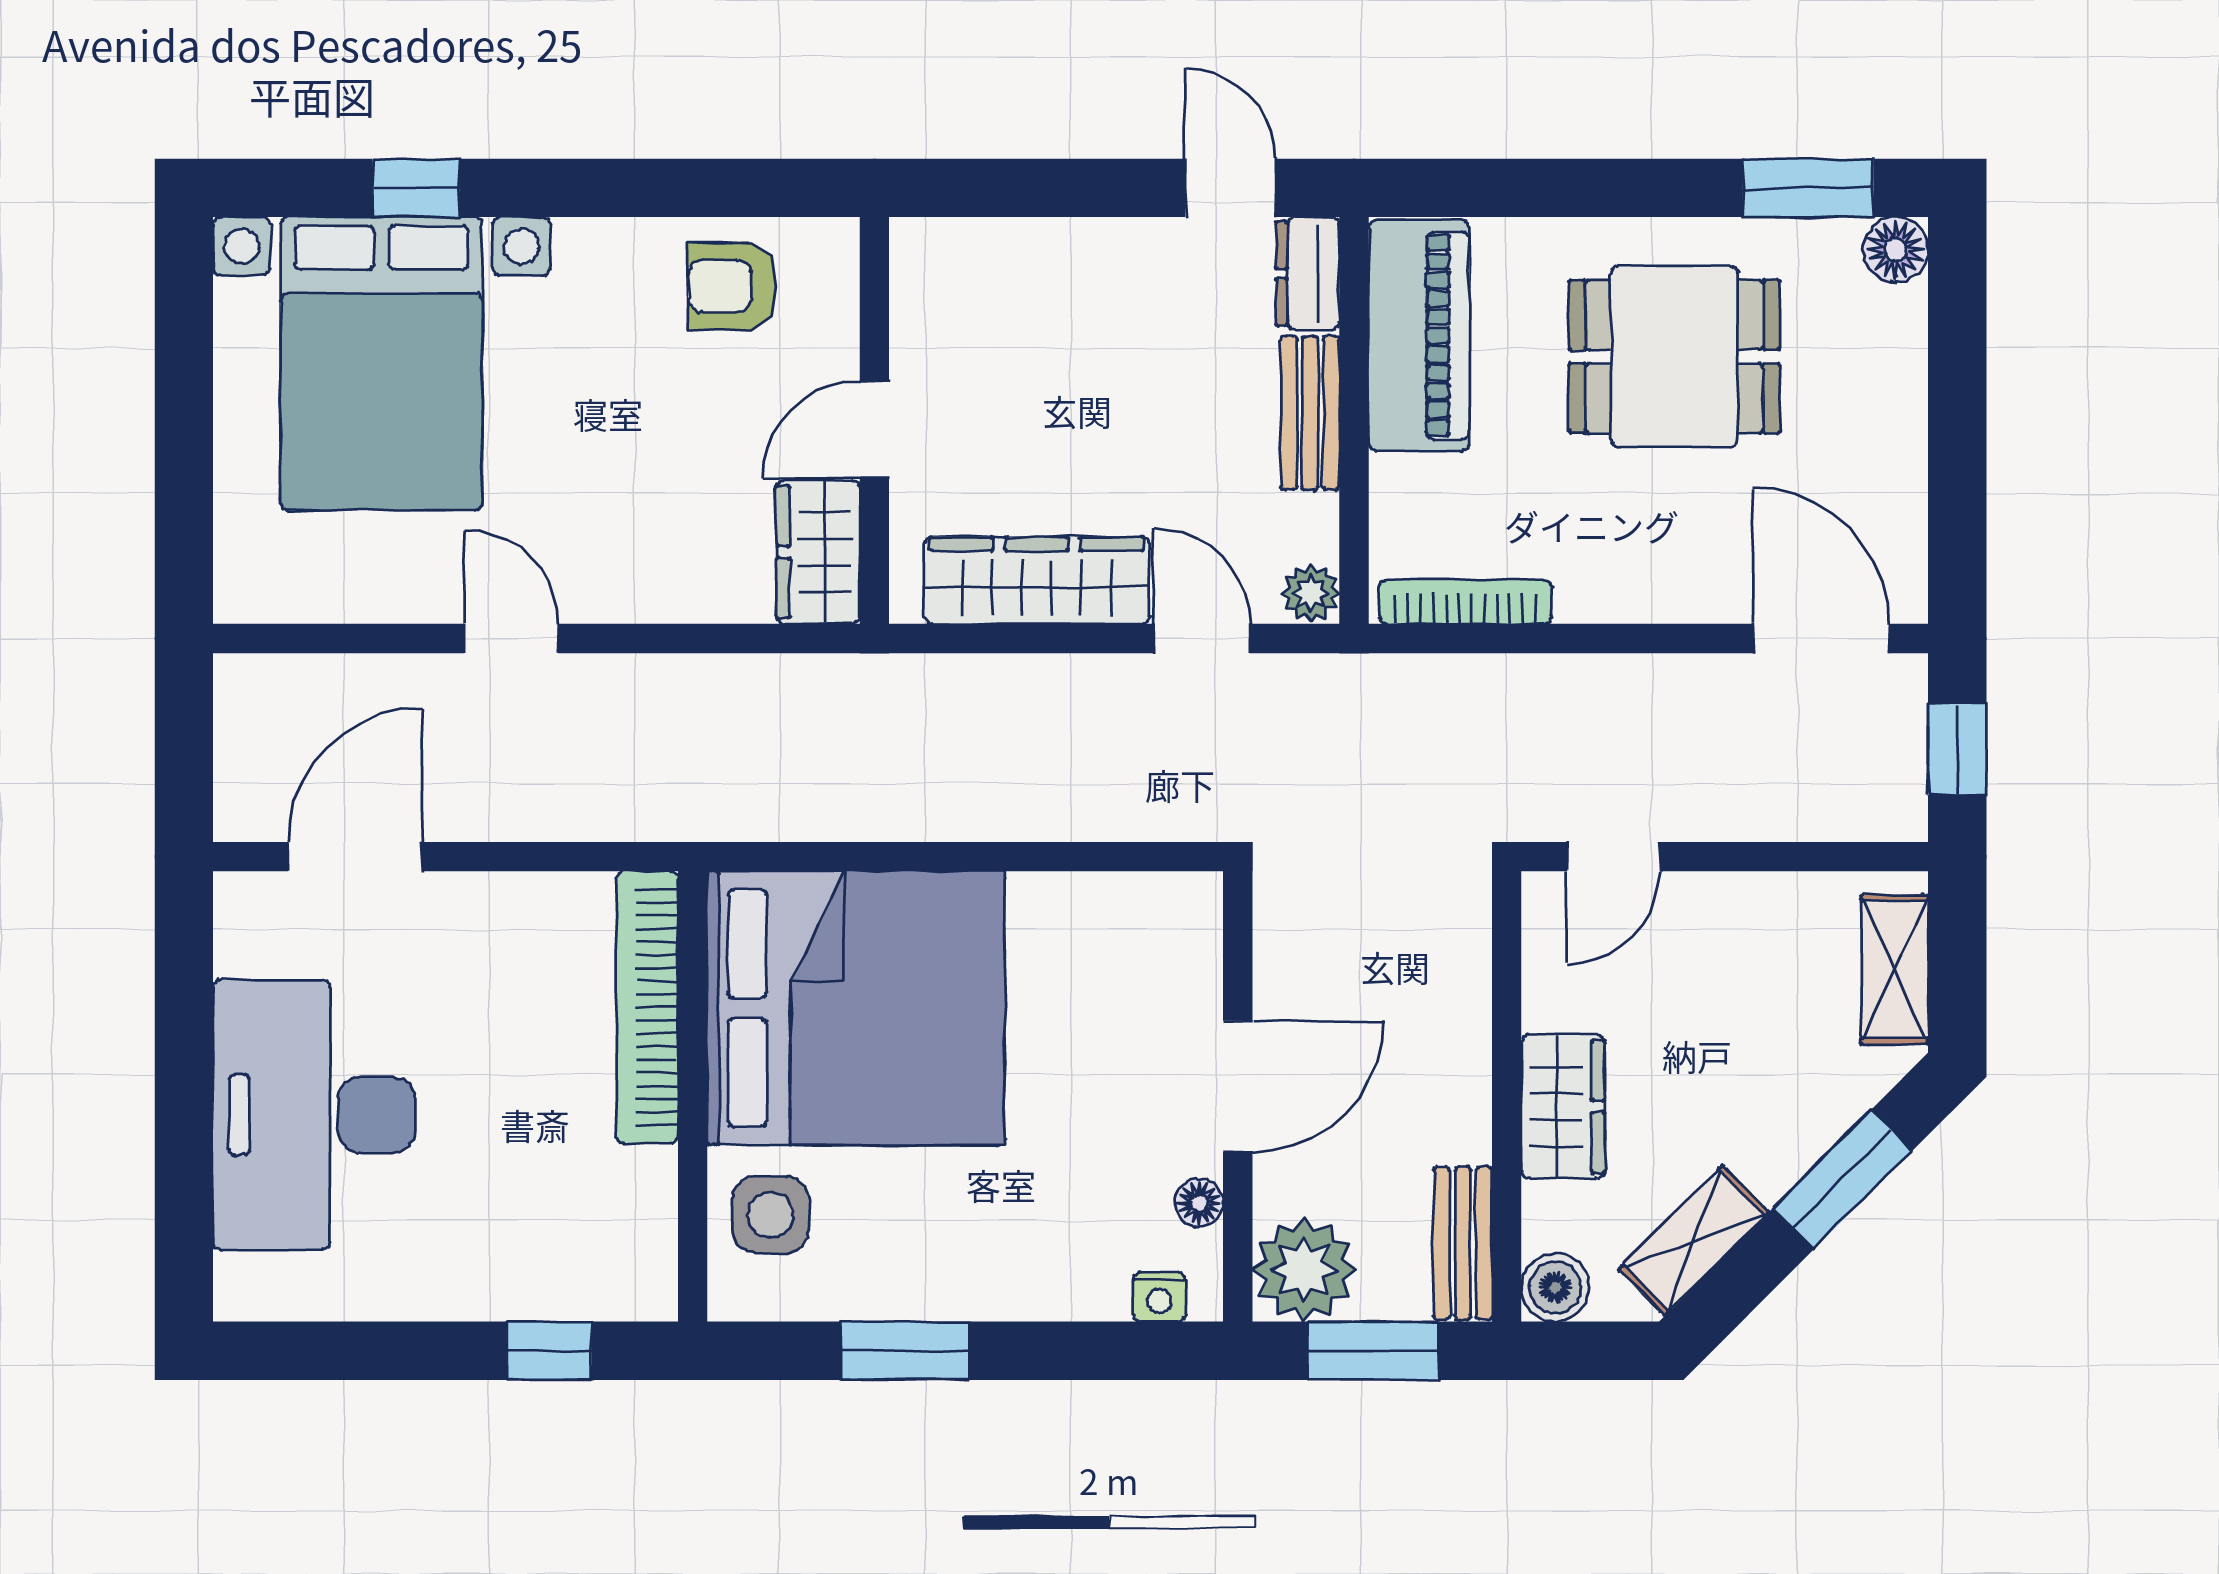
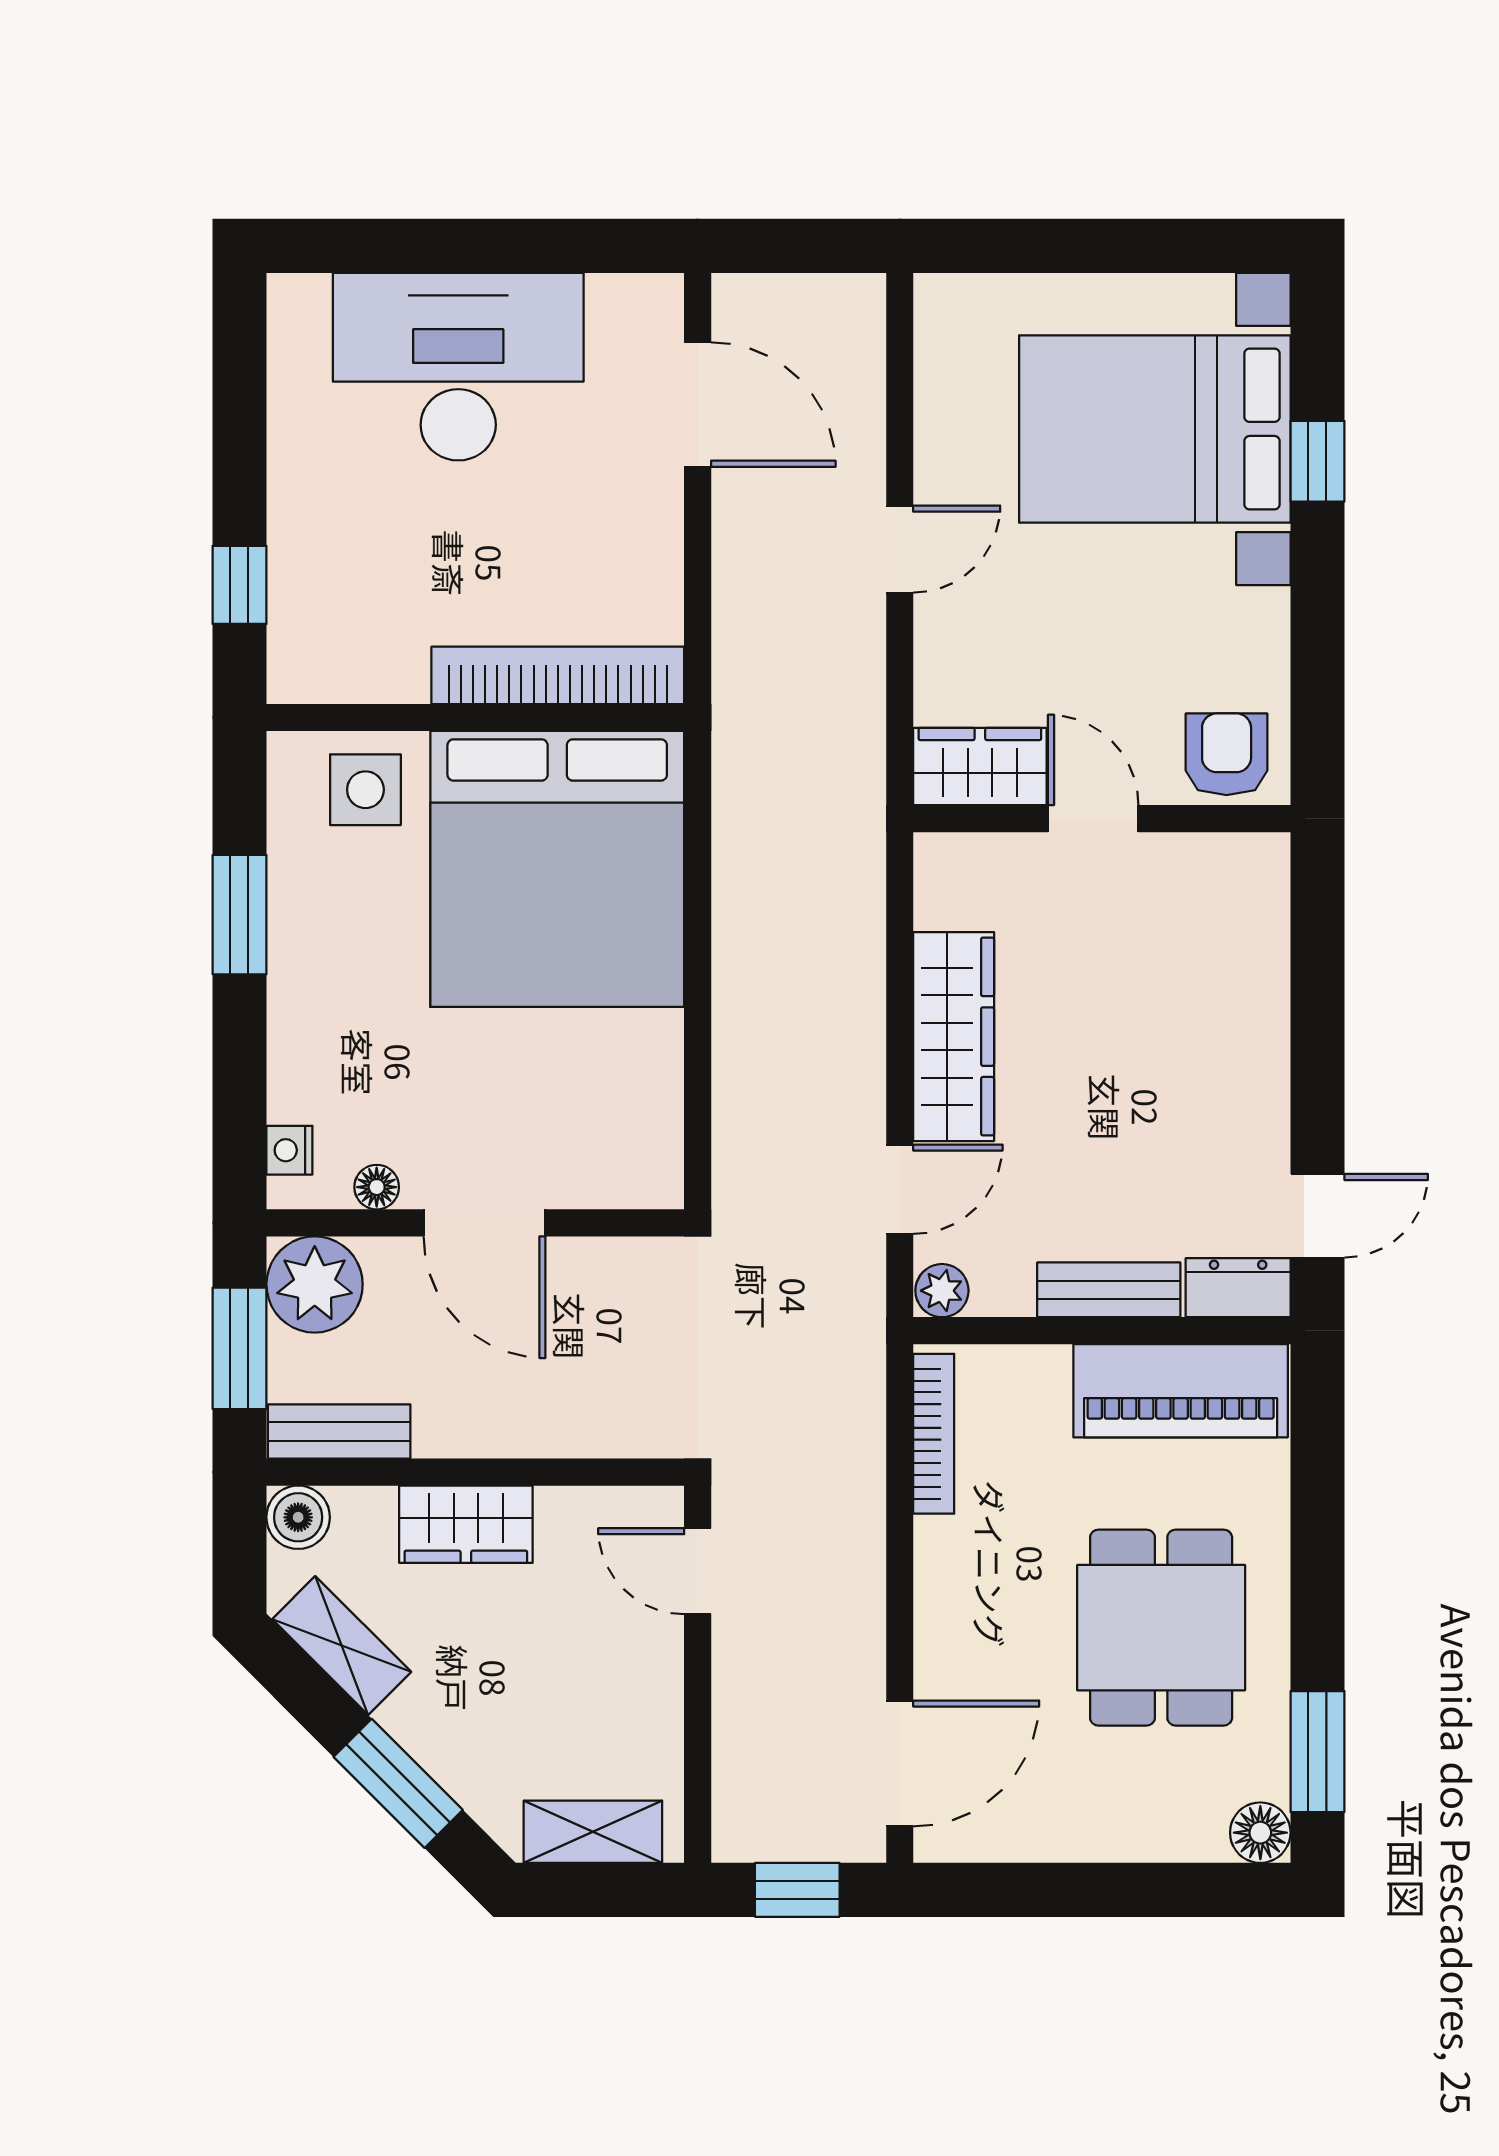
wall: (874, 420) -> (1102, 819), moved
door: (874, 430) -> (1093, 819), moved
wardrobe: (818, 552) -> (980, 766), moved

